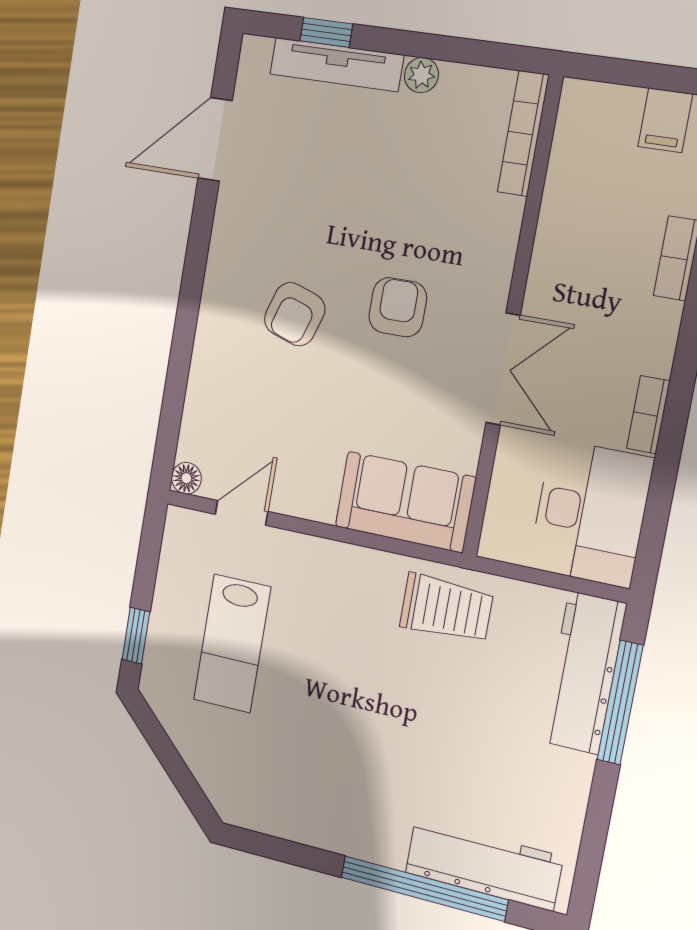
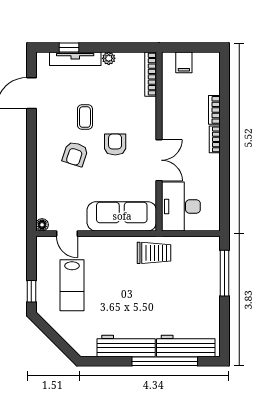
filing cabinet: (665, 120) -> (184, 62), moved
coffee table: (335, 222) -> (85, 117), added
bookcase: (648, 415) -> (215, 139), moved
sofa: (405, 502) -> (122, 216), width x1.36
door: (241, 513) -> (67, 234), swing flipped
desk: (591, 513) -> (181, 206), moved, turned 180
workbench: (584, 673) -> (126, 346), moved, turned 90

